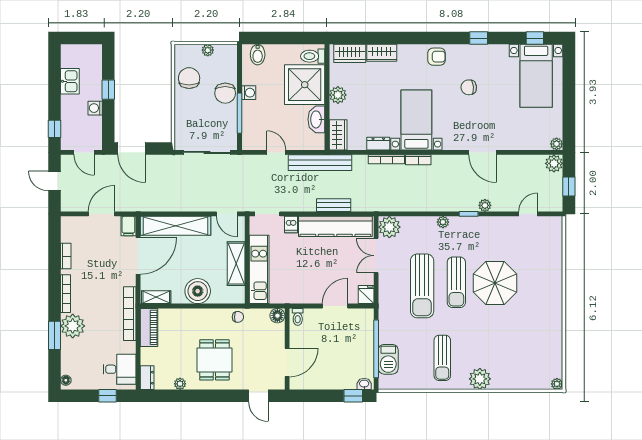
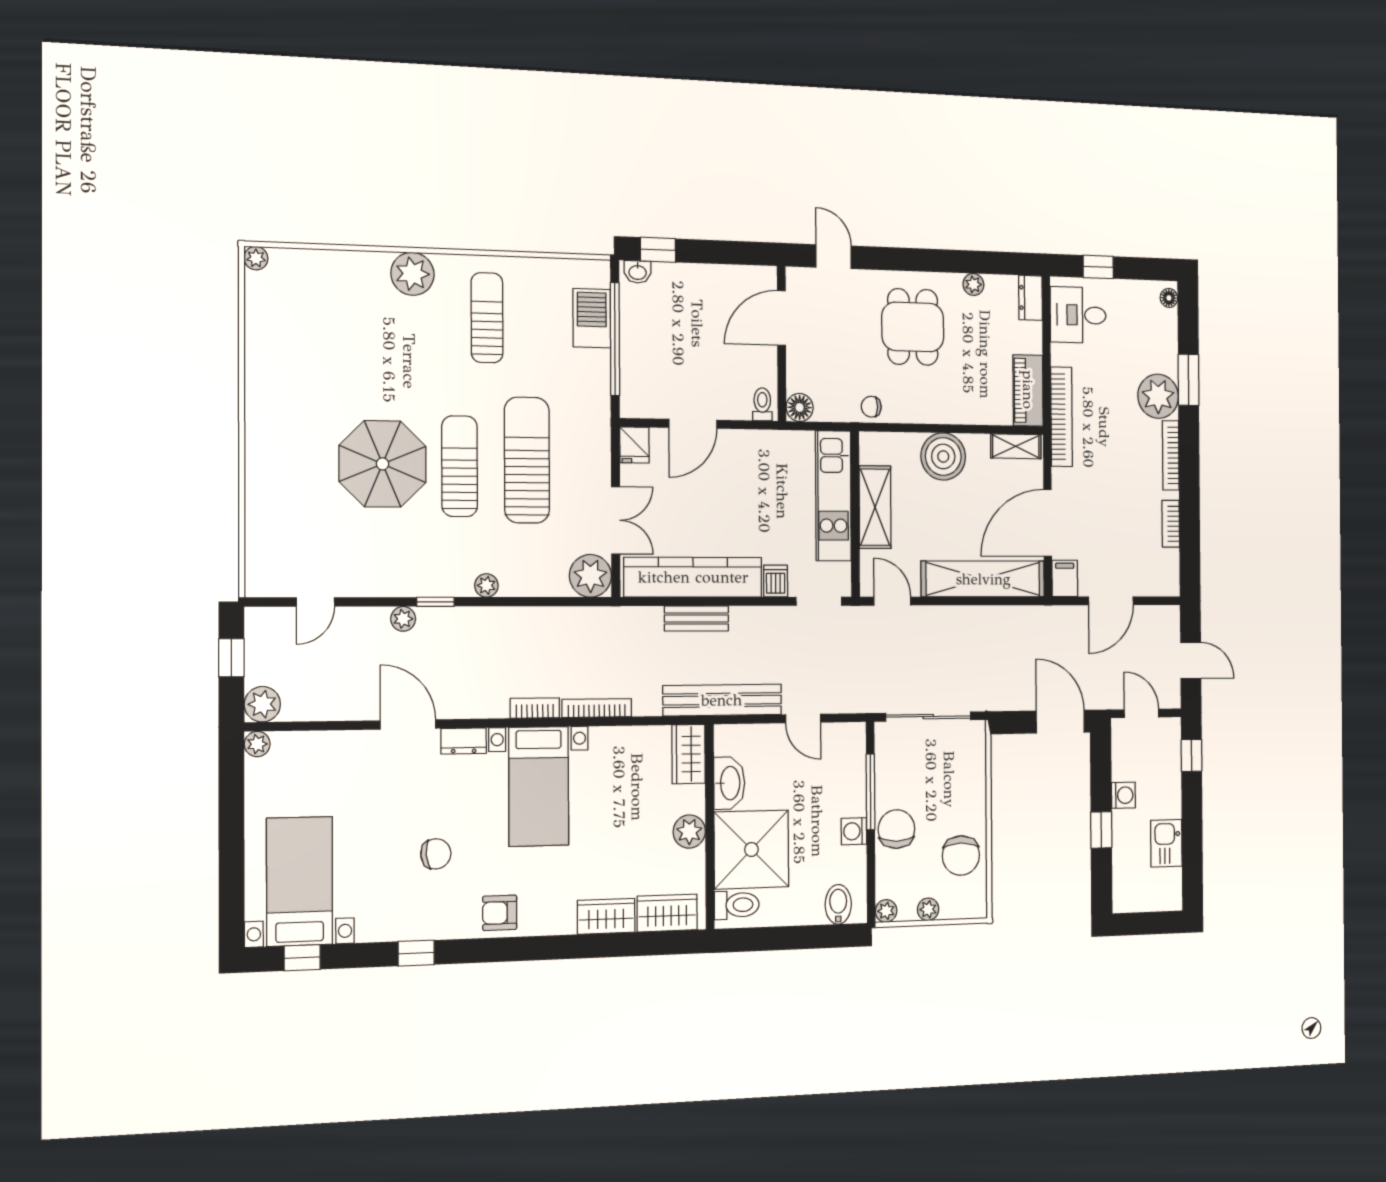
plant: (231, 50) -> (886, 911), added
dresser: (378, 144) -> (464, 741), moved

